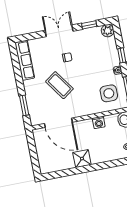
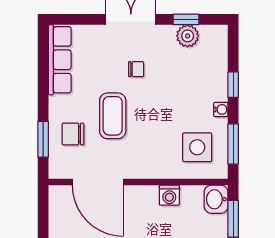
plant: (108, 31) -> (188, 36), moved
coffee table: (59, 85) -> (113, 116), turned 35
chair: (40, 99) -> (73, 134), added

